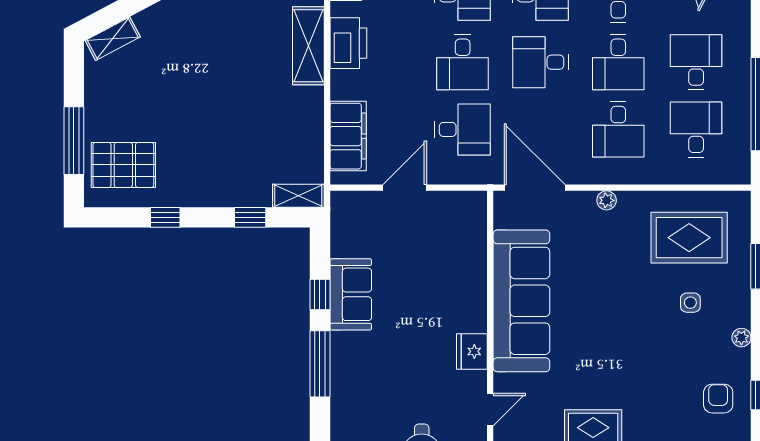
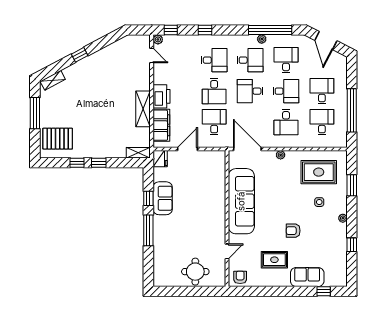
printer: (348, 43) -> (161, 96), moved
shelving: (308, 46) -> (143, 109), moved
desk: (618, 62) -> (286, 91), turned -90
desk: (463, 129) -> (214, 122), turned -90
window: (74, 141) -> (35, 113), moved
window: (250, 217) -> (99, 163), moved
fridge: (472, 351) -> (160, 159), moved, turned 180
armchair: (718, 399) -> (293, 231), moved, turned -90

